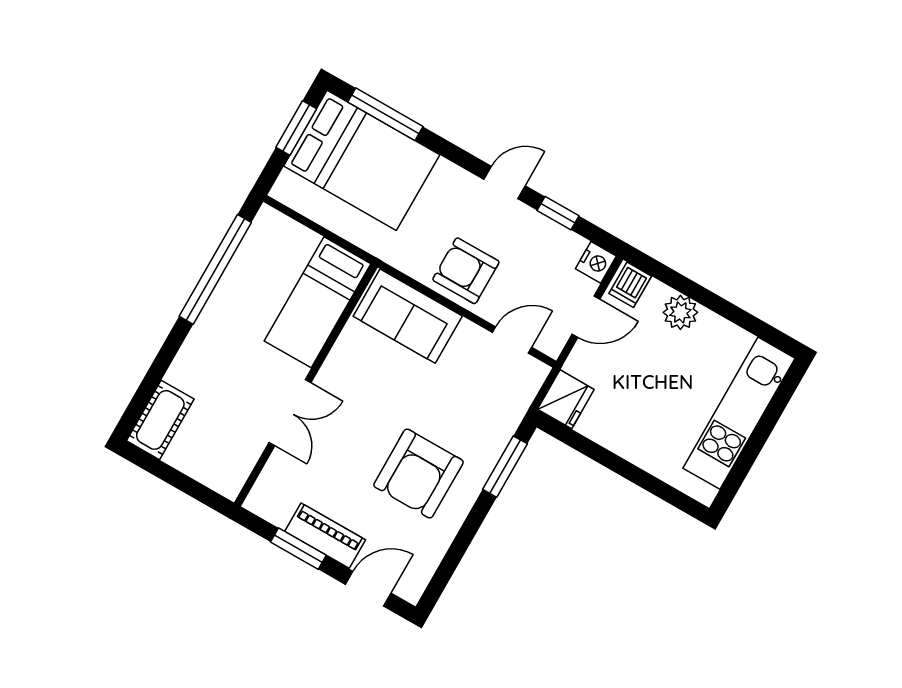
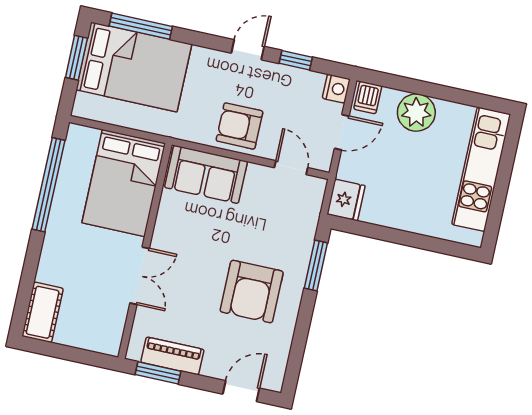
bed: (318, 302) -> (124, 183), width x1.50
plant: (680, 312) -> (416, 113), width x1.36, depth x1.36
door: (512, 340) -> (291, 168), hinge flipped
piano: (325, 536) -> (172, 356), moved
window: (298, 549) -> (158, 373), moved

